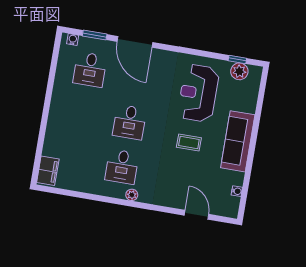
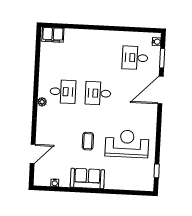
plant: (239, 71) -> (148, 173), removed
sofa: (238, 141) -> (87, 178), width x0.73
desk: (122, 167) -> (63, 92), turned 180

